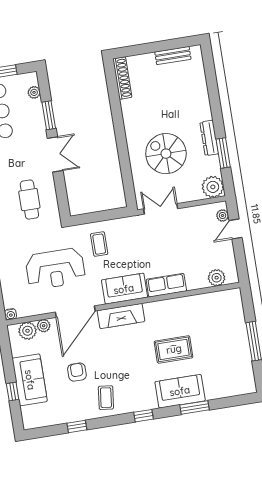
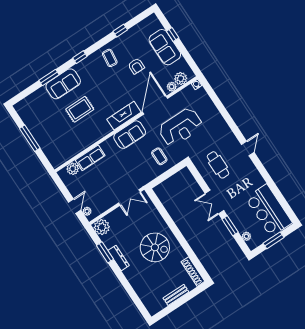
bench: (173, 56) -> (176, 295), moved
spiral stairs: (166, 154) -> (155, 247), moved
reception desk: (55, 269) -> (181, 127), turned 180
row of seats: (166, 285) -> (90, 158), moved

